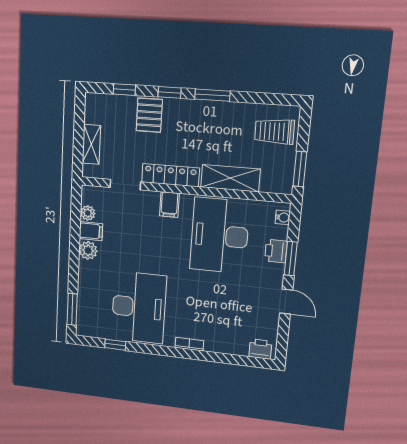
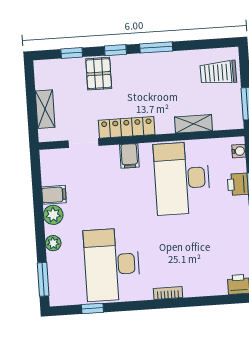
shelving: (230, 178) -> (194, 124), width x0.67, depth x0.75
plant: (88, 213) -> (53, 243), moved
desk: (139, 307) -> (112, 264), turned 180

